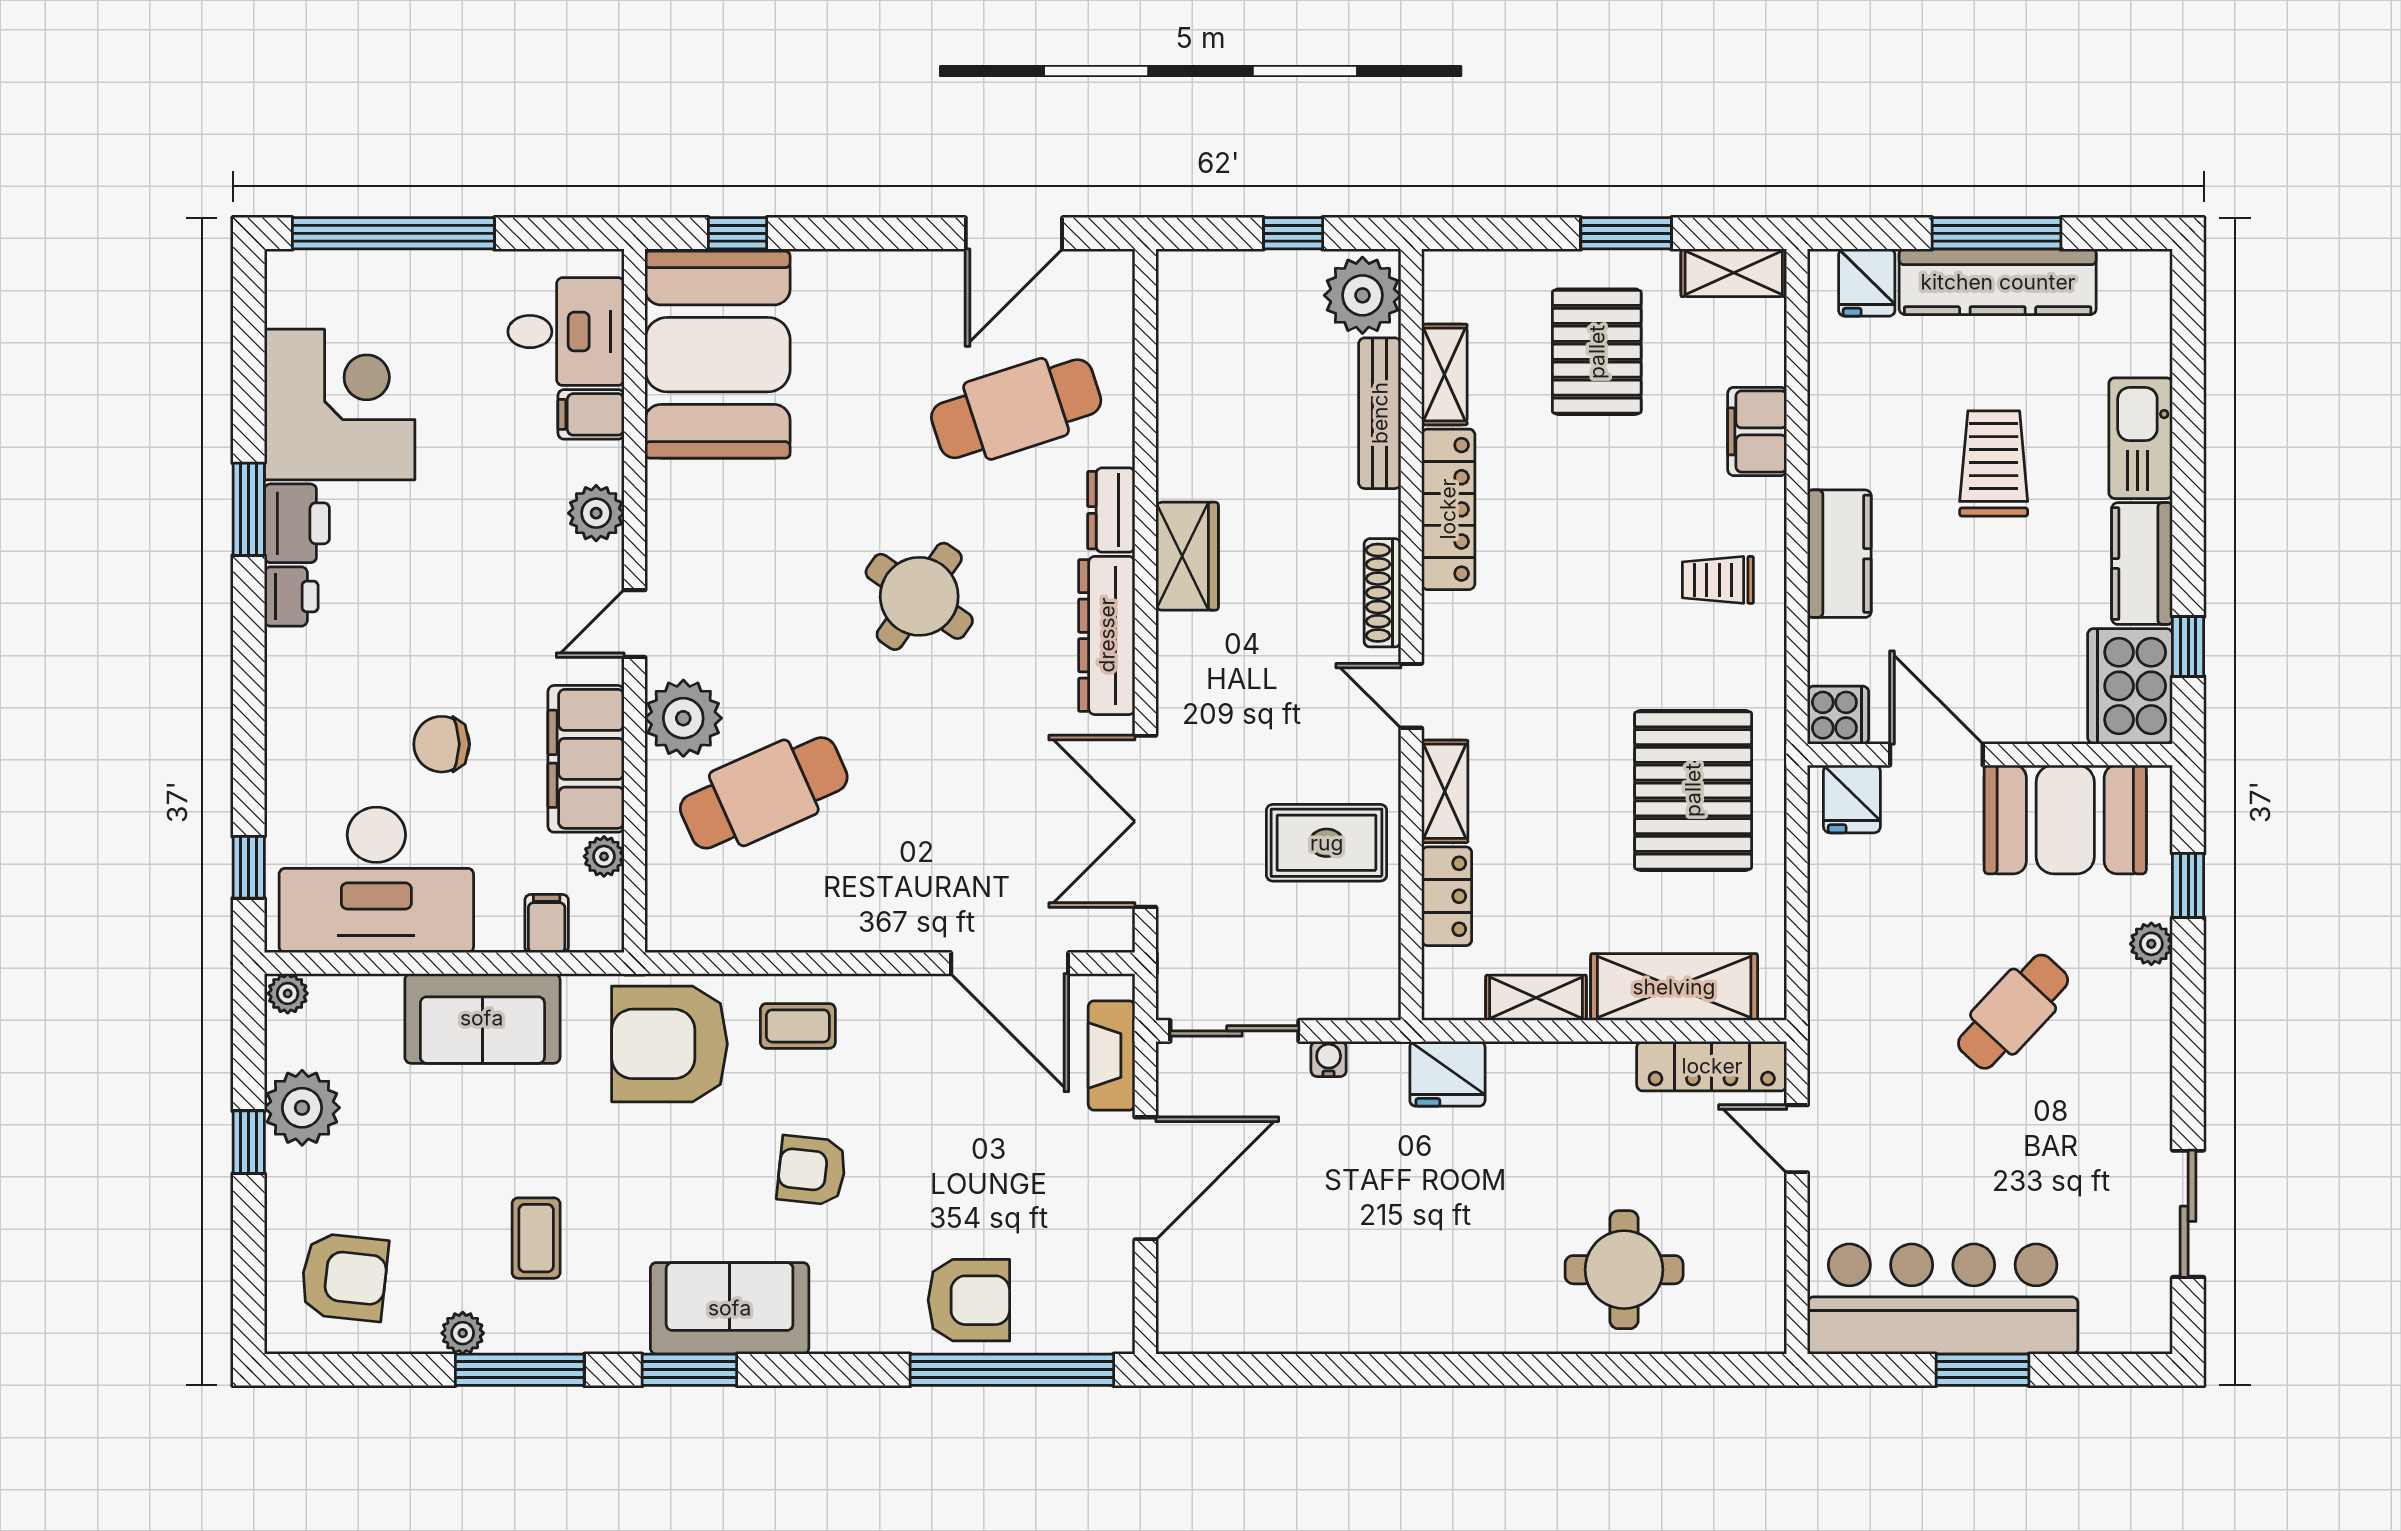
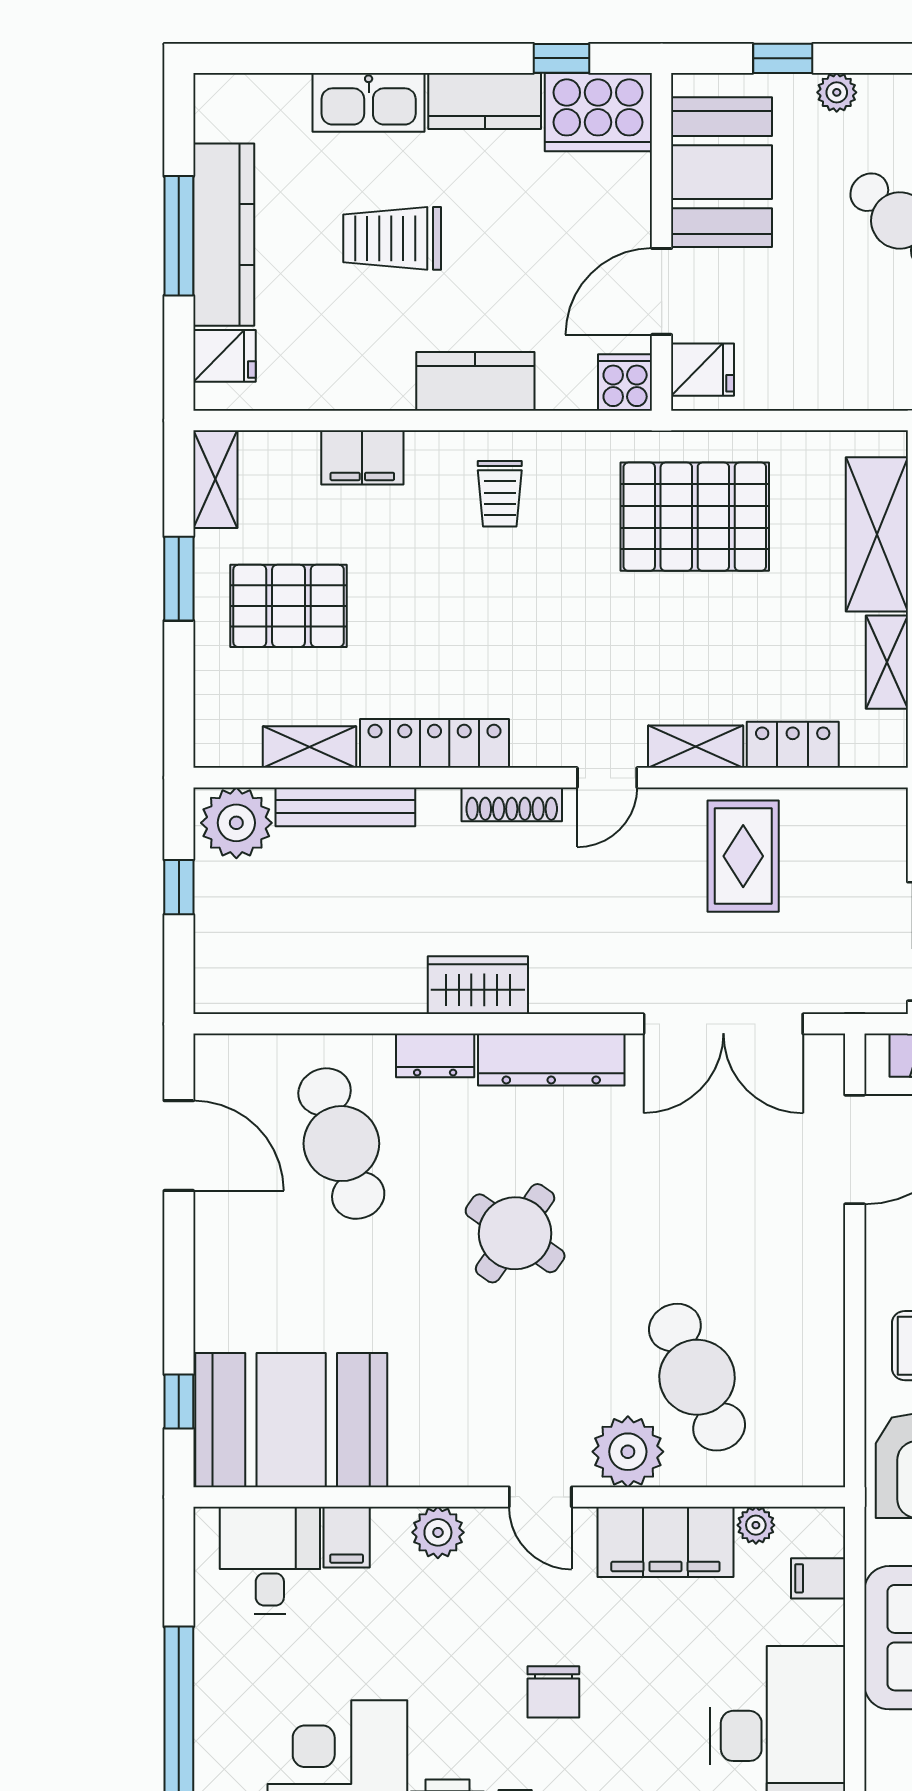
chair: (442, 744) -> (553, 1692), moved

